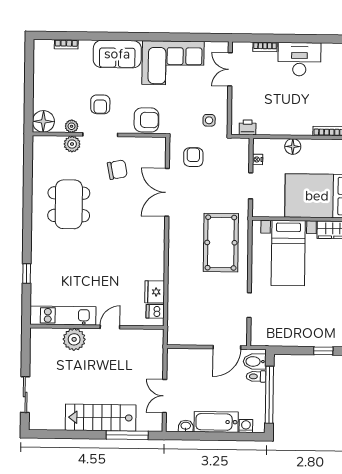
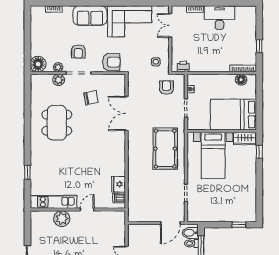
floor lamp: (293, 146) -> (241, 80), moved
armchair: (193, 157) -> (166, 88), moved

